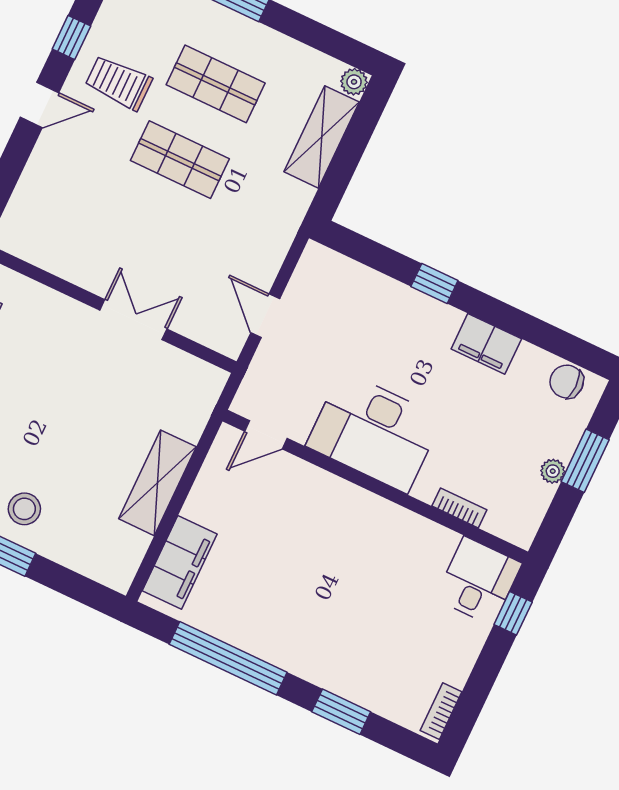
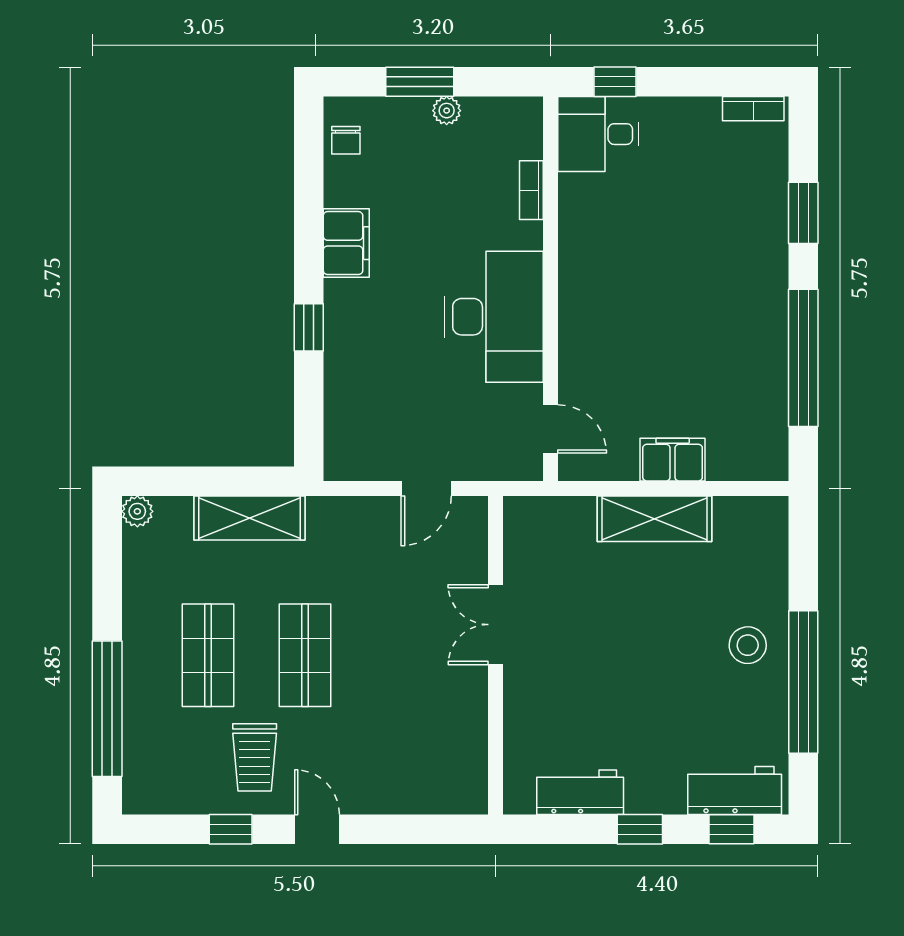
shelving: (322, 137) -> (250, 518), moved
chair: (567, 382) -> (346, 140), width x0.73, depth x0.73
filing cabinet: (180, 562) -> (673, 460), moved, width x0.67, depth x0.86

